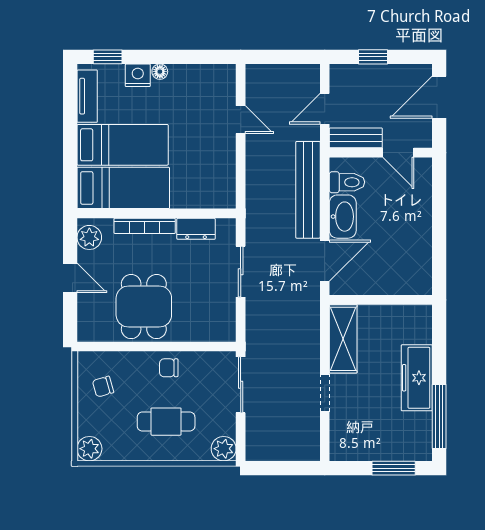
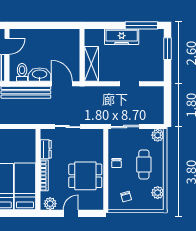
shelving: (343, 339) -> (91, 64), moved, turned 90
plant: (89, 449) -> (158, 193), moved

